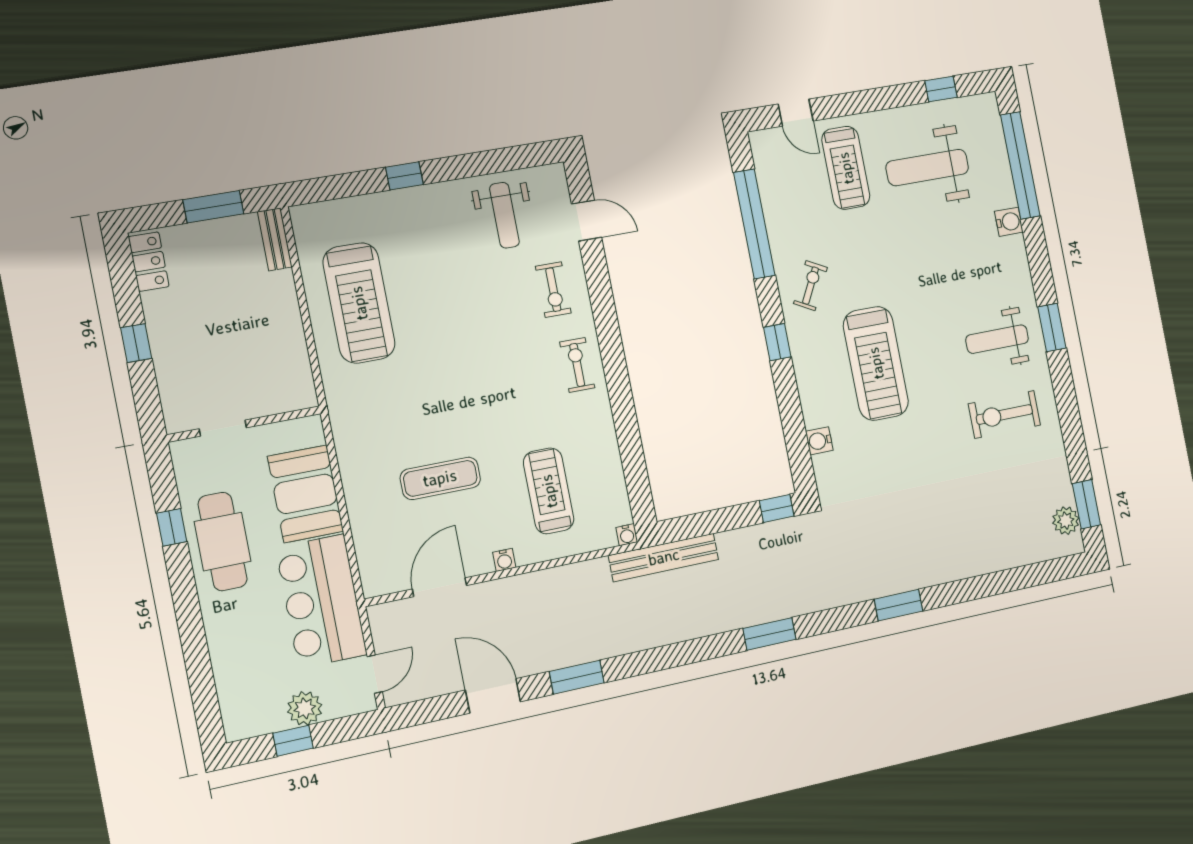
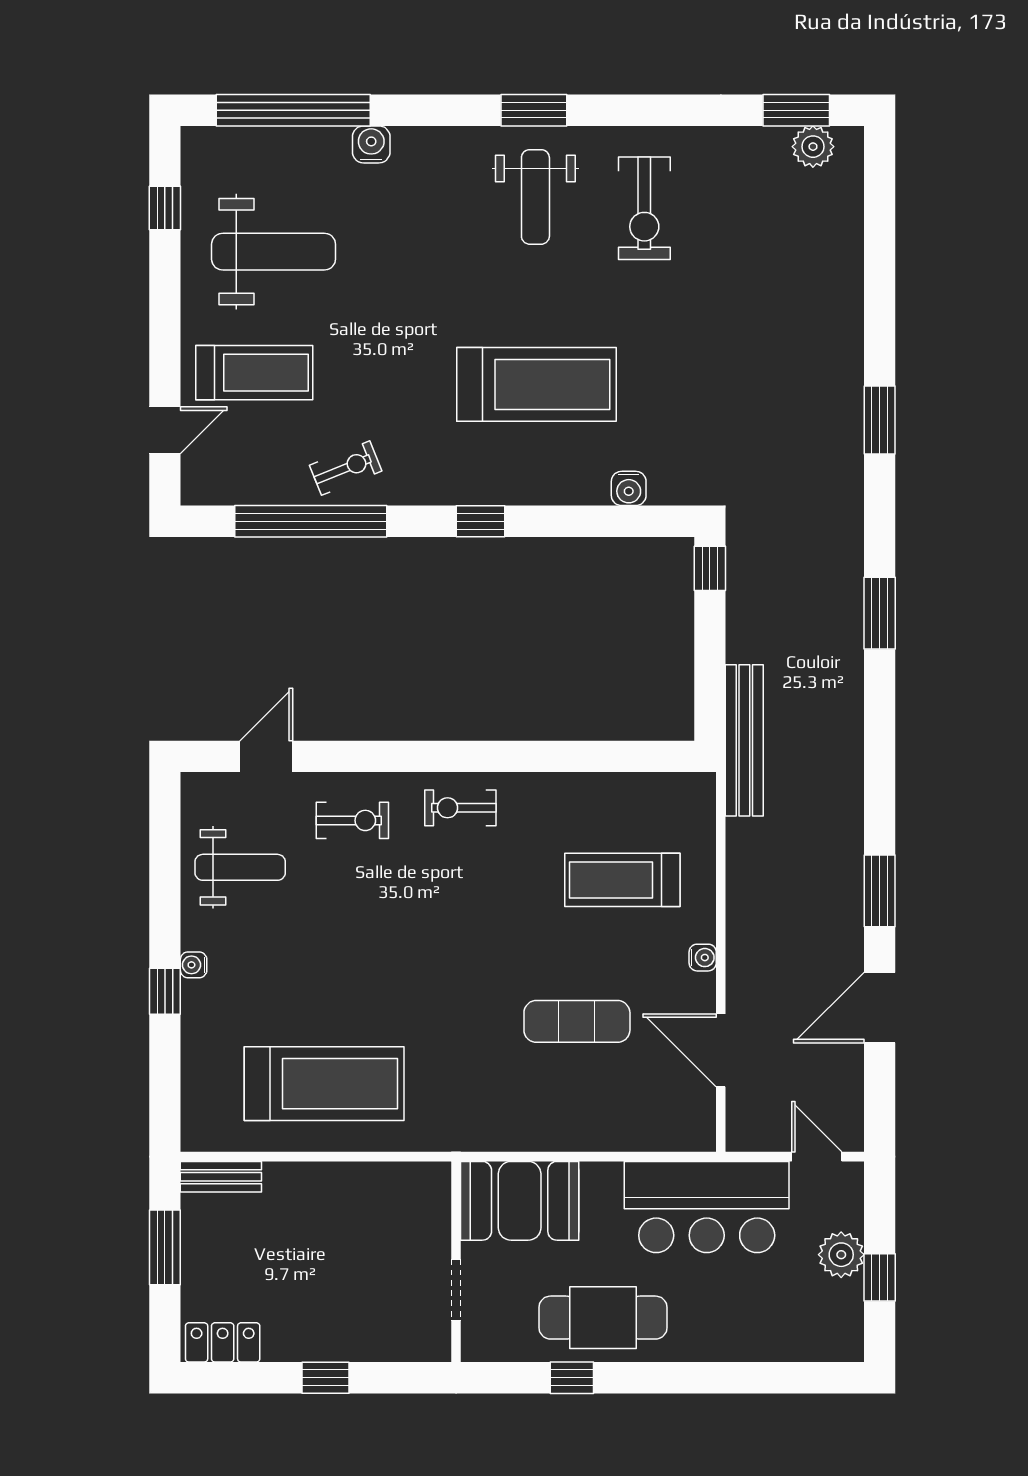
weight bench: (927, 168) -> (274, 252), turned -90
exercise bike: (811, 286) -> (346, 468), moved, turned 130
exercise mat: (440, 478) -> (577, 1021), turned 90
booth: (305, 494) -> (520, 1201), moved
water cooler: (627, 535) -> (194, 965), moved, turned 180

